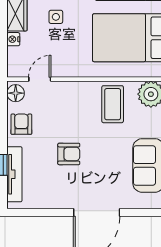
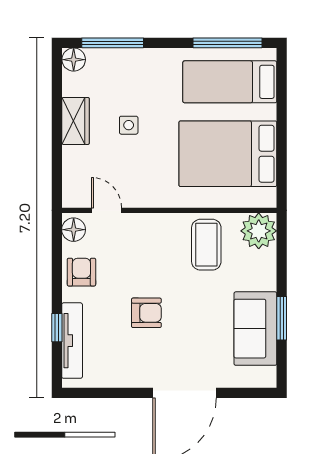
nightstand: (13, 39) -> (70, 156), removed
door: (40, 79) -> (106, 210), hinge flipped

